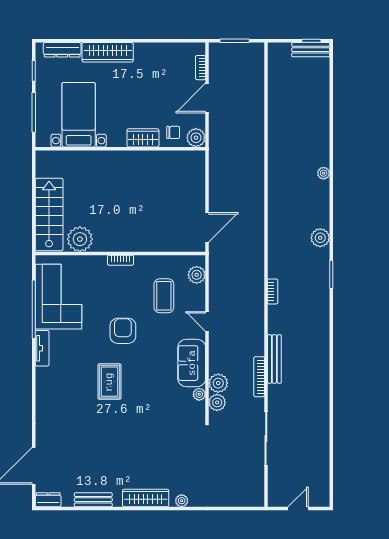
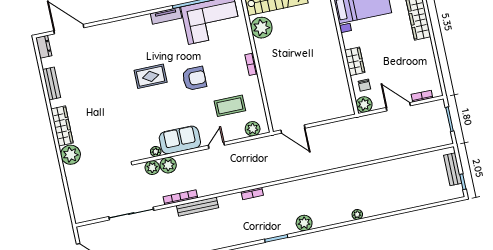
bench: (311, 50) -> (453, 169), moved
plant: (182, 501) -> (71, 155), width x1.87, depth x1.87

